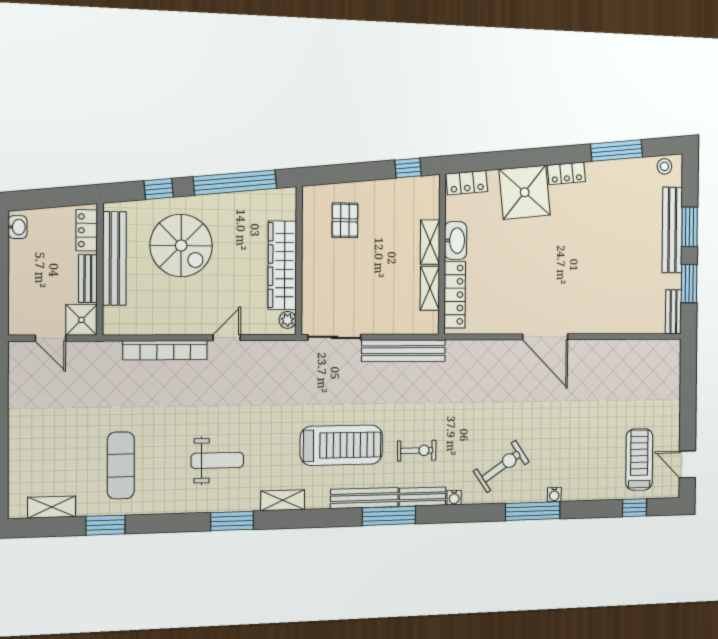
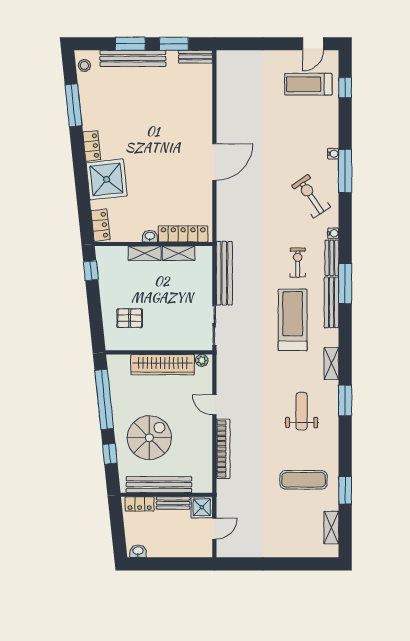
washbasin: (456, 241) -> (150, 236), width x0.52, depth x0.69

